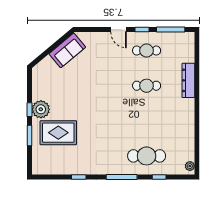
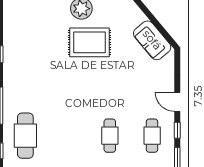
door: (119, 30) -> (177, 102), hinge flipped
rug: (58, 133) -> (90, 42), moved, turned 90

